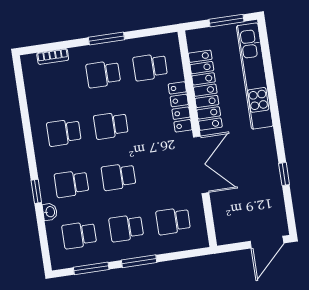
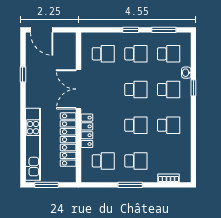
door: (267, 242) -> (42, 30), swing flipped
window: (139, 261) -> (131, 30), width x0.67

